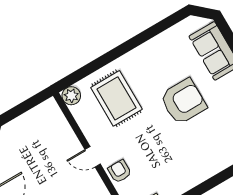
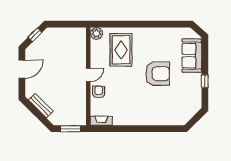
door: (93, 157) -> (88, 75), swing flipped

